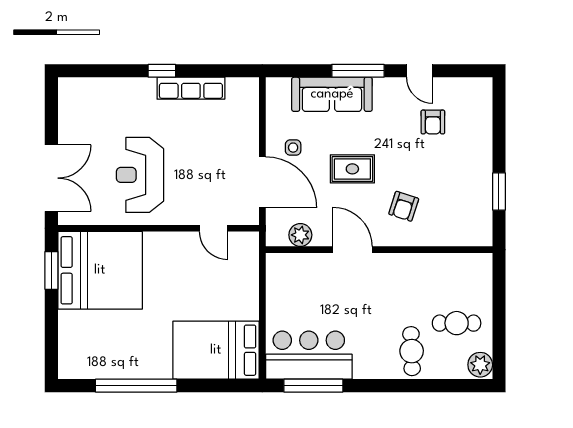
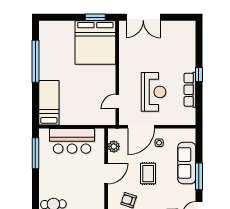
reception desk: (140, 175) -> (154, 92), moved, turned 90
bed: (216, 350) -> (49, 103), width x0.67
bar counter: (309, 355) -> (72, 141), moved, turned 90

